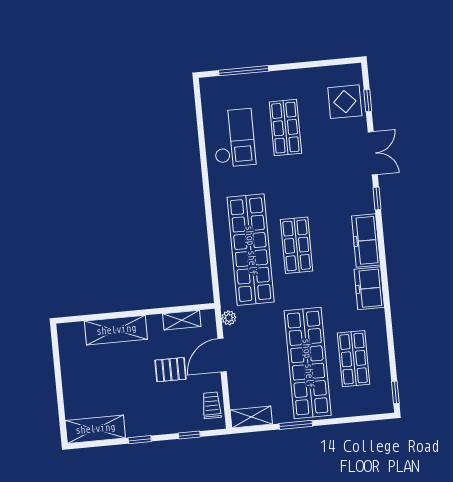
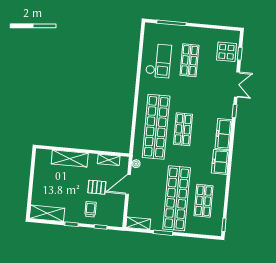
trolley: (212, 405) -> (91, 209), moved

